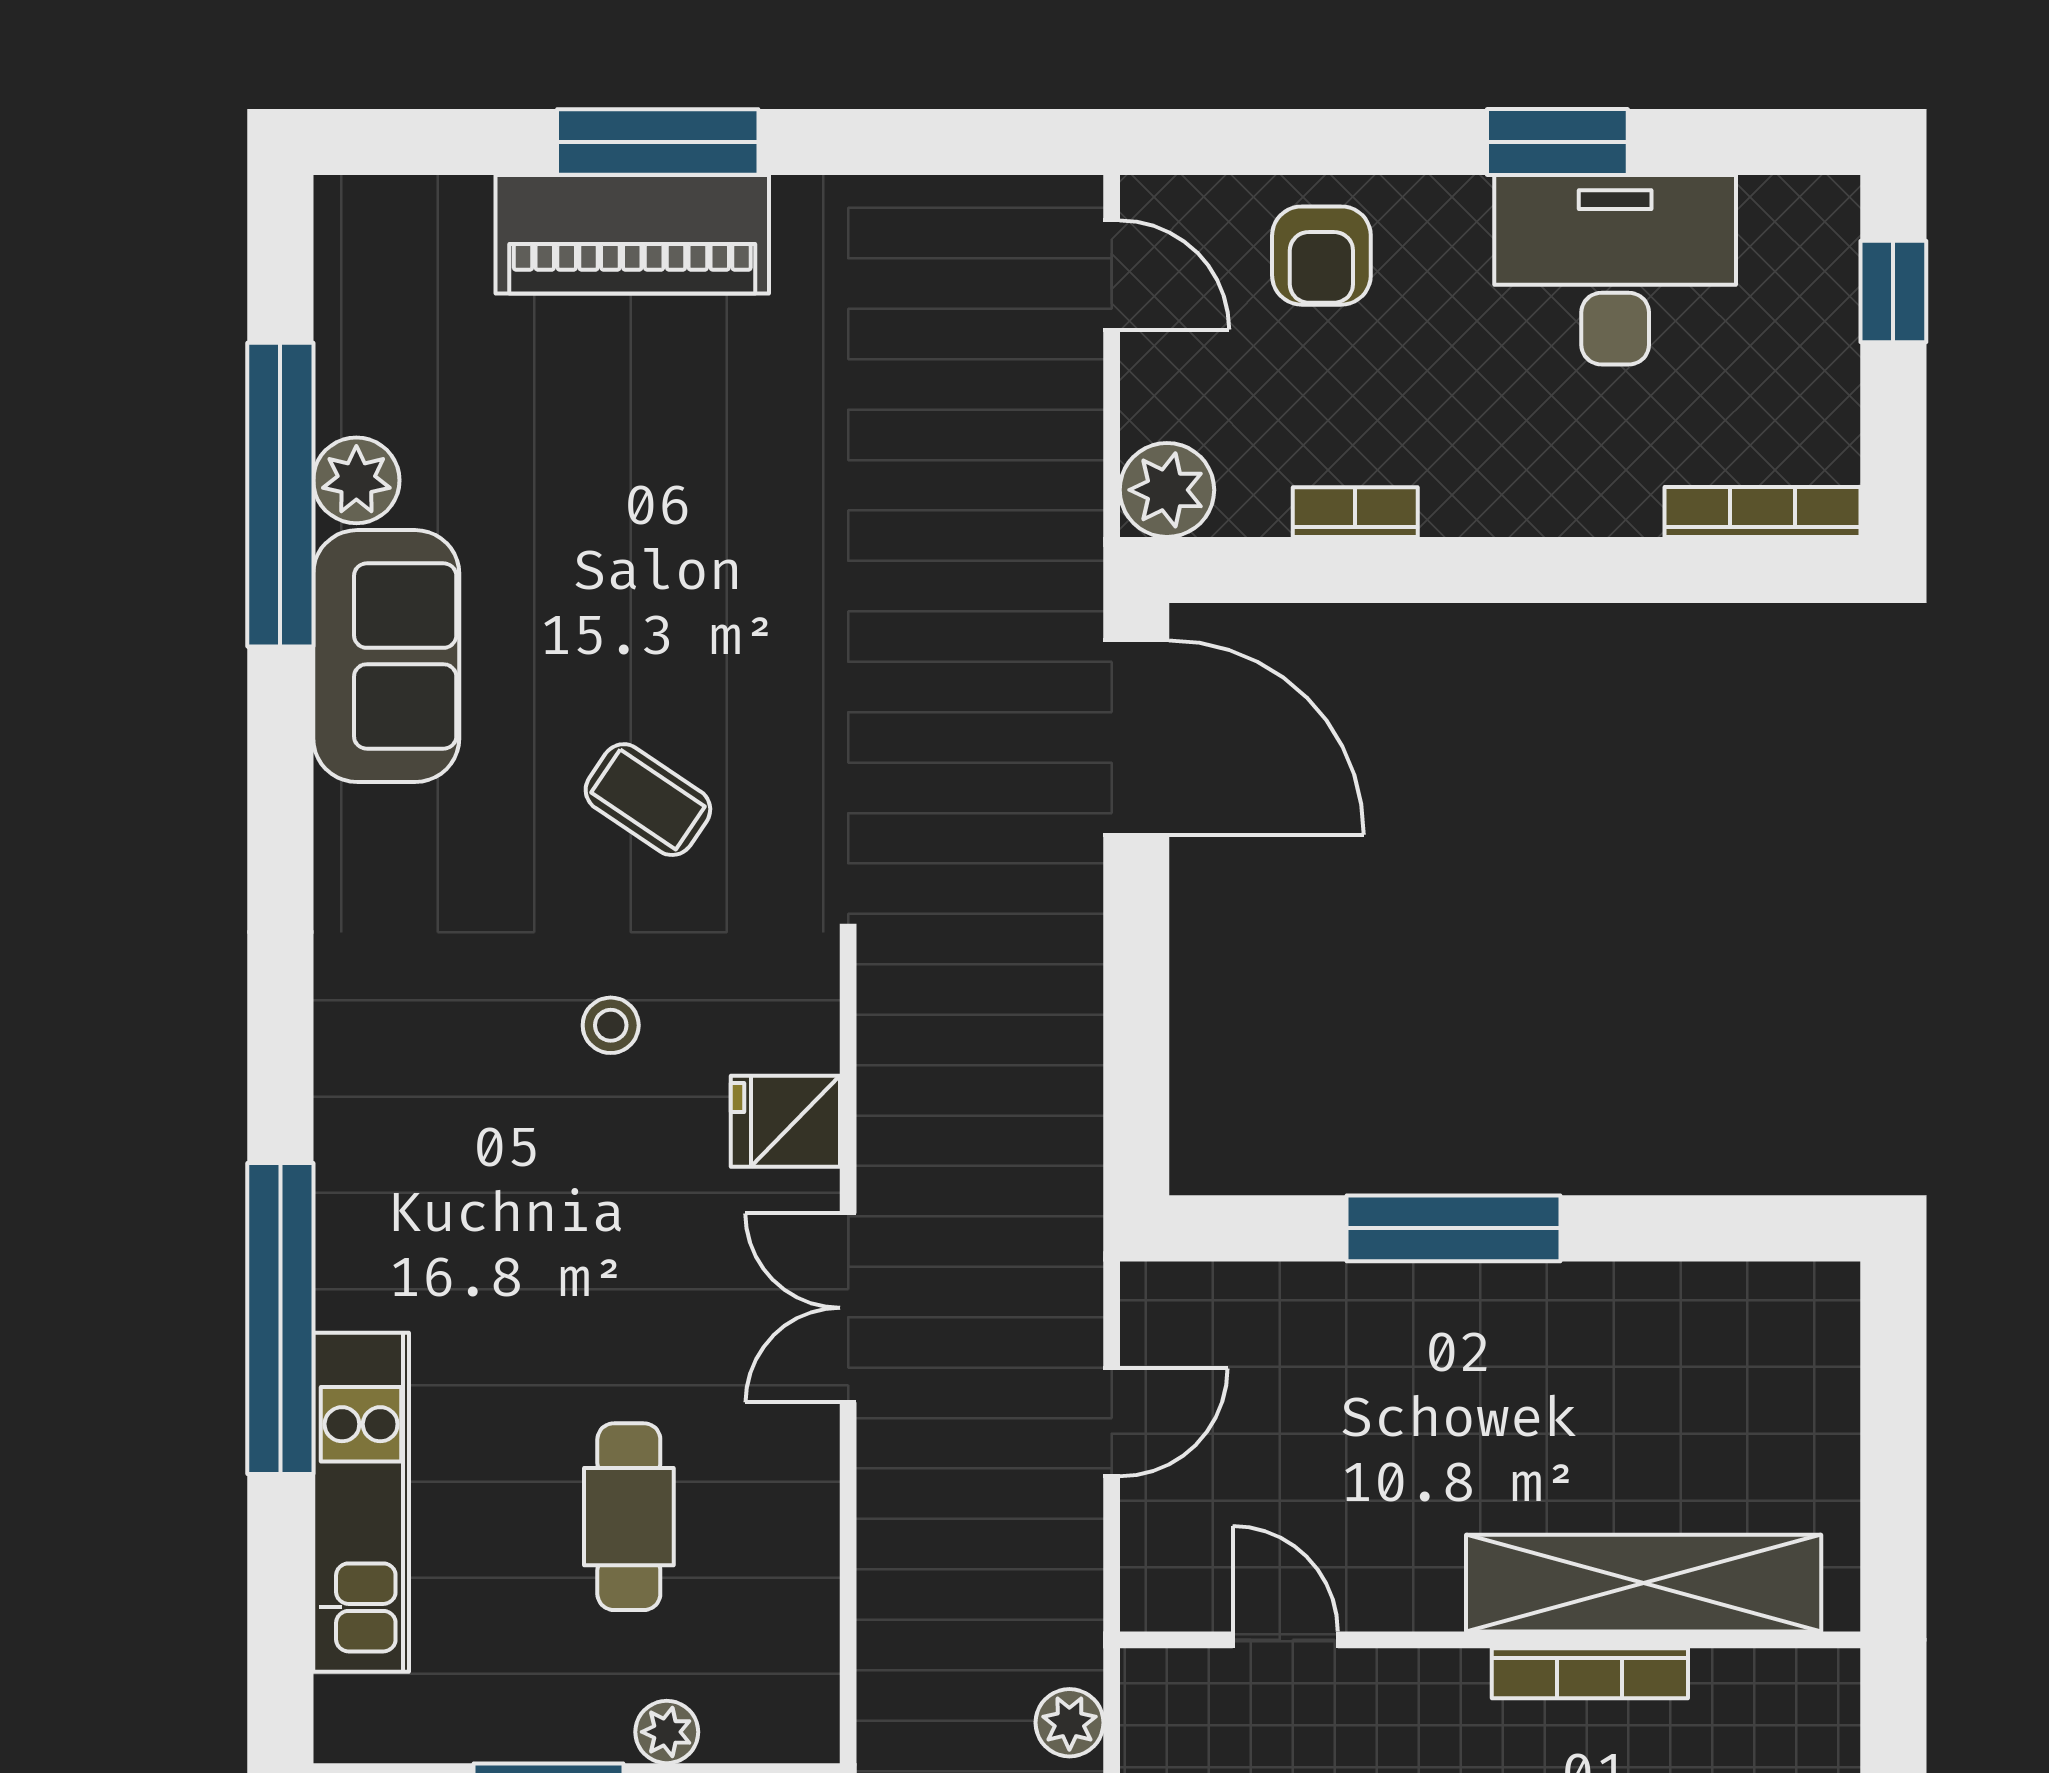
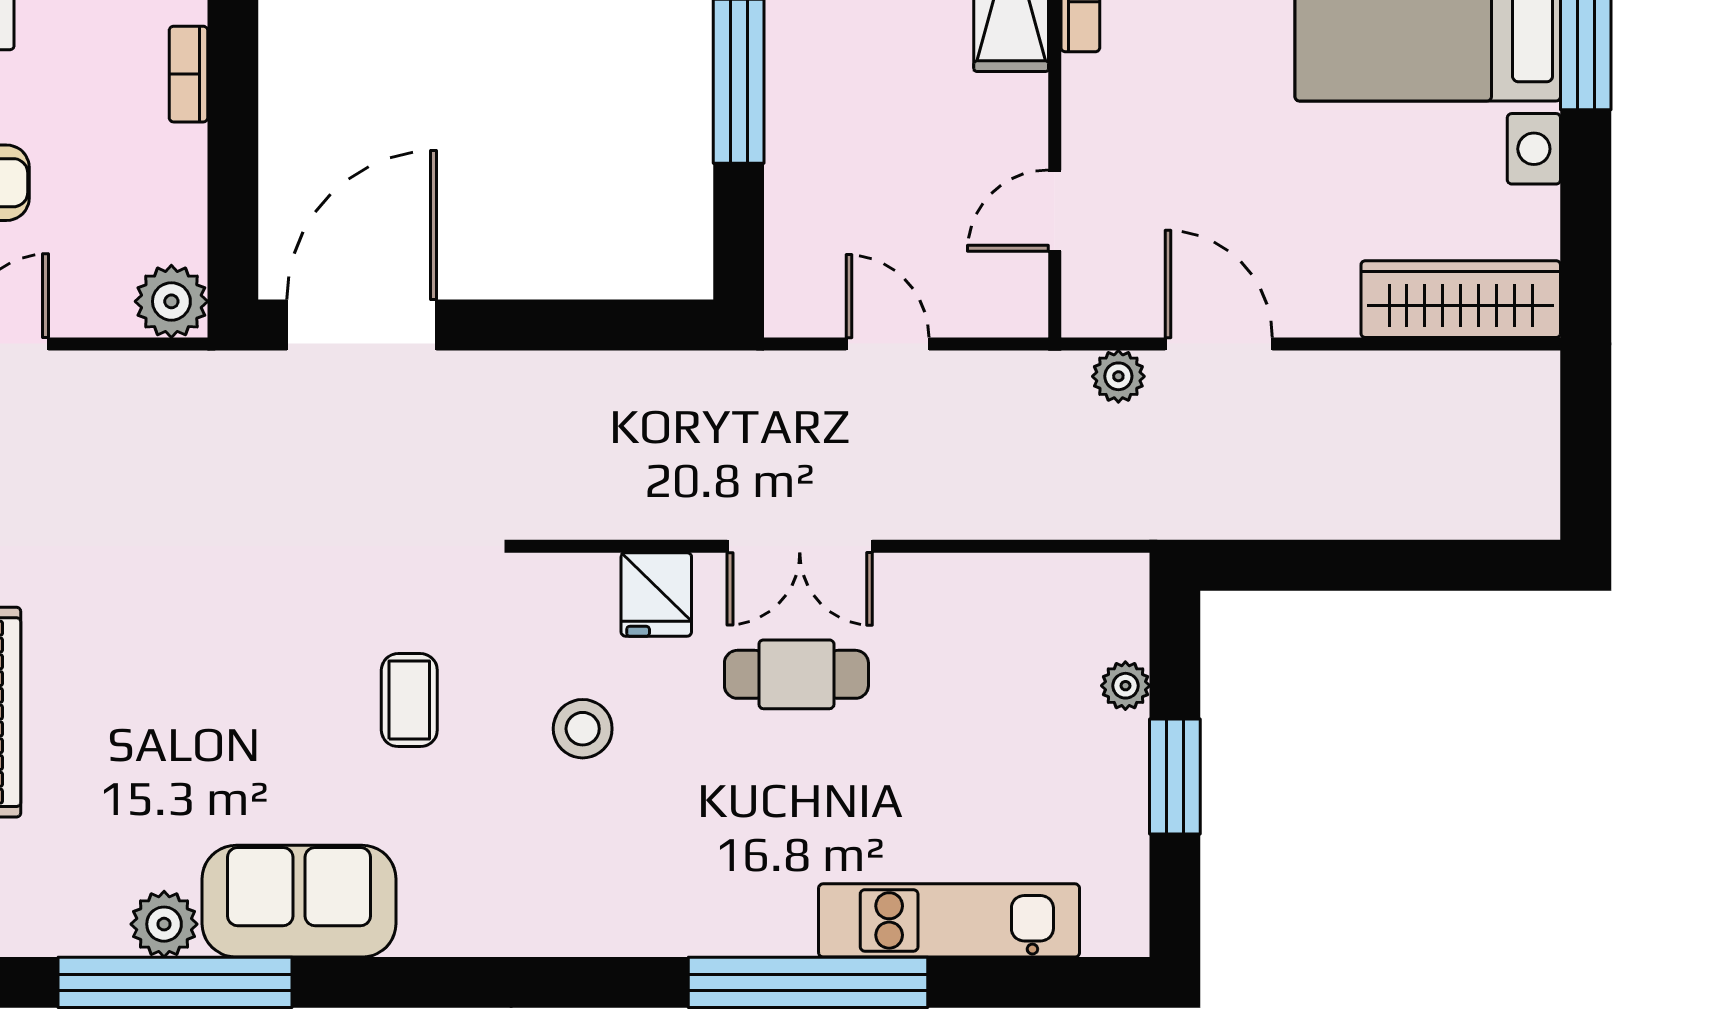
bookcase: (1355, 512) -> (188, 74), moved
coffee table: (648, 800) -> (409, 700), turned -34
stool: (611, 1025) -> (583, 729), width x1.37, depth x1.37
cafe table: (629, 1517) -> (796, 674), moved

